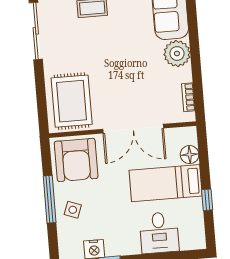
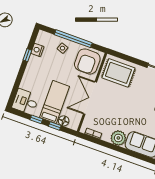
armchair: (76, 160) -> (87, 61), turned -90
window: (204, 165) -> (55, 126), added
window: (50, 199) -> (73, 39), width x1.46
desk: (159, 233) -> (25, 102), moved

